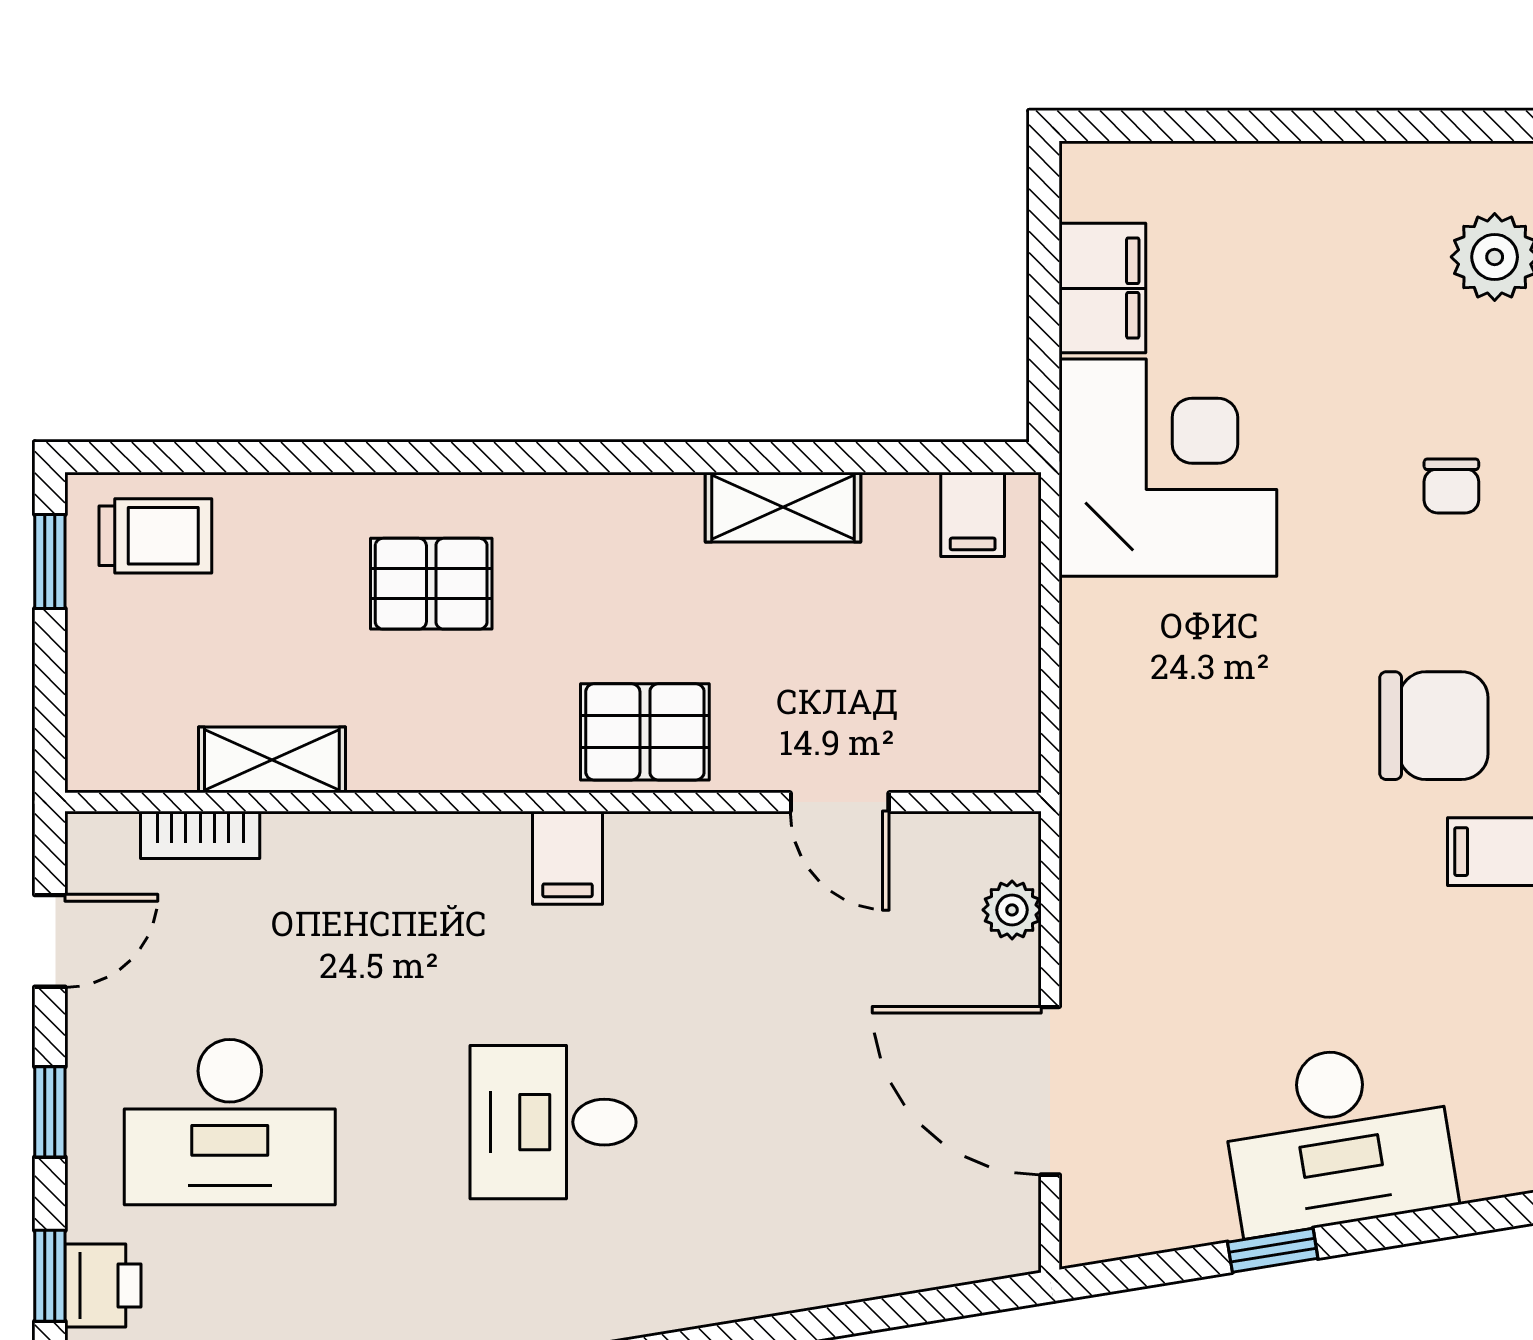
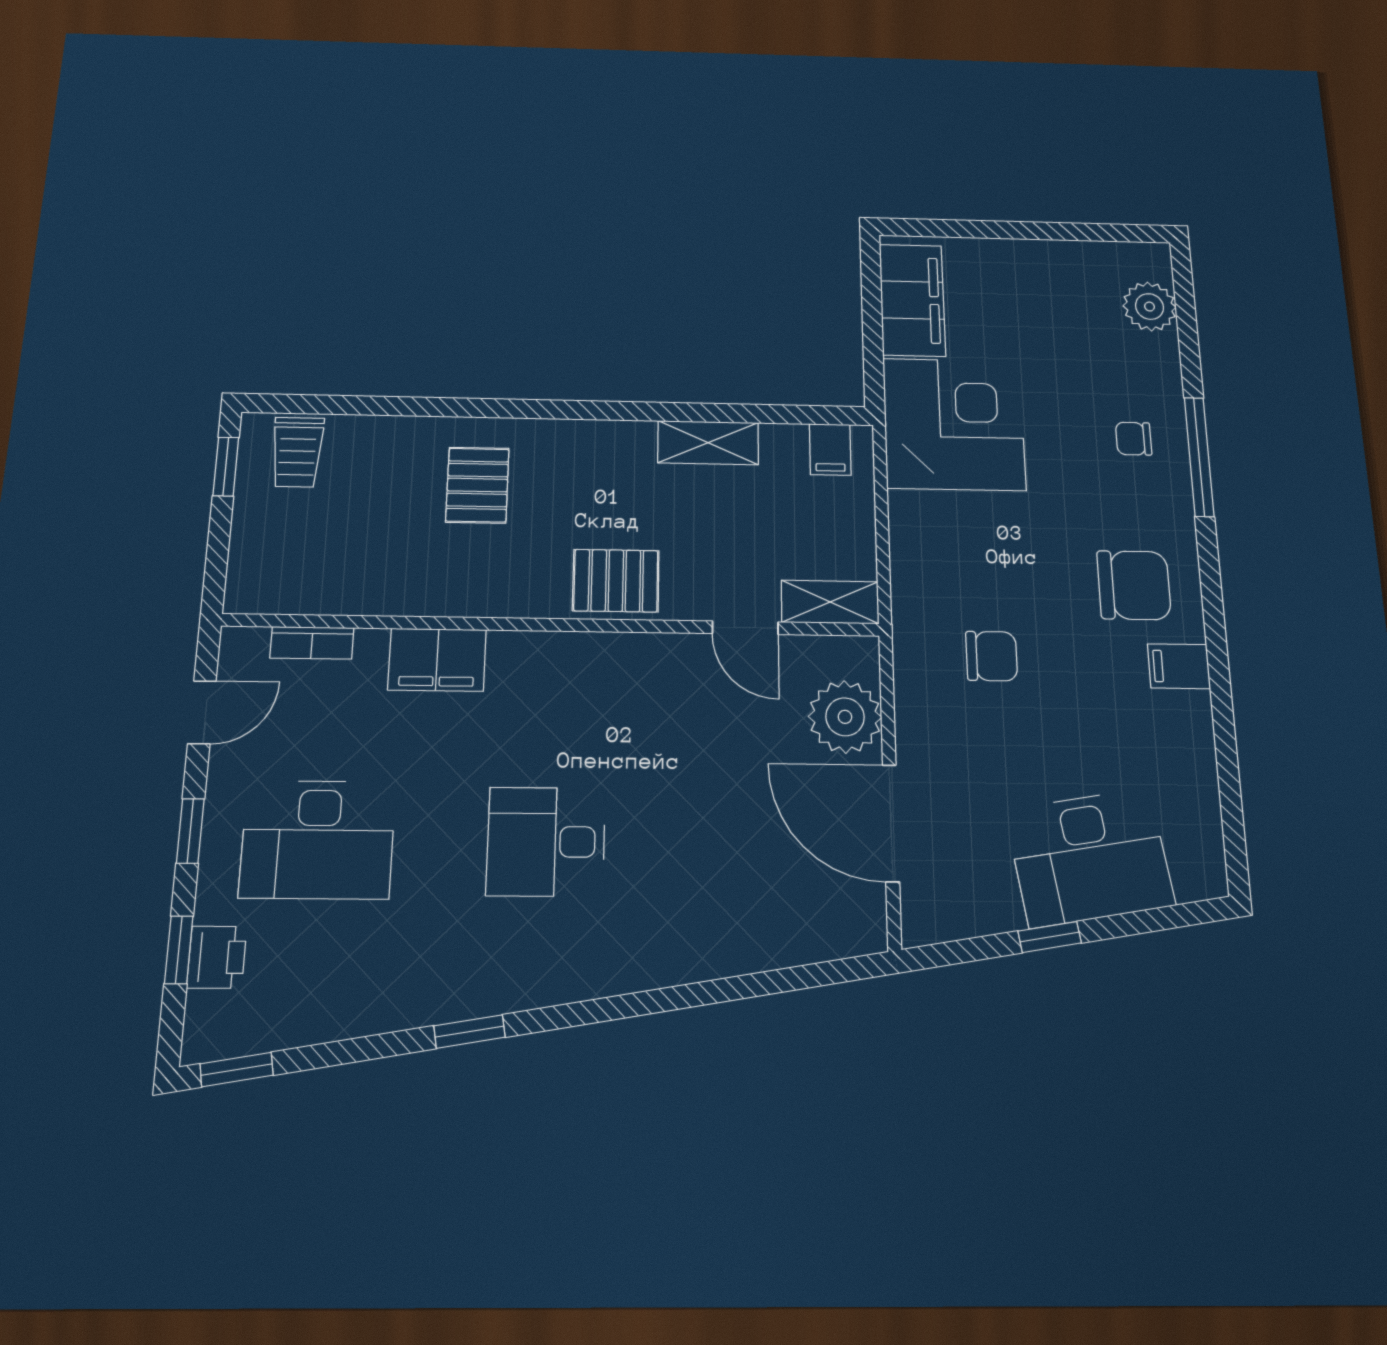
filing cabinet: (1102, 288) -> (912, 300), width x1.50, depth x1.17
chair: (1451, 486) -> (1134, 439), turned 90
trolley: (155, 536) -> (297, 452), turned 90
pallet: (431, 584) -> (477, 485), turned 90
shelving: (272, 760) -> (830, 602), moved
chair: (1209, 840) -> (992, 656), added
filing cabinet: (567, 858) -> (437, 660), moved, width x2.00
plant: (1012, 910) -> (845, 717), width x1.87, depth x1.87

